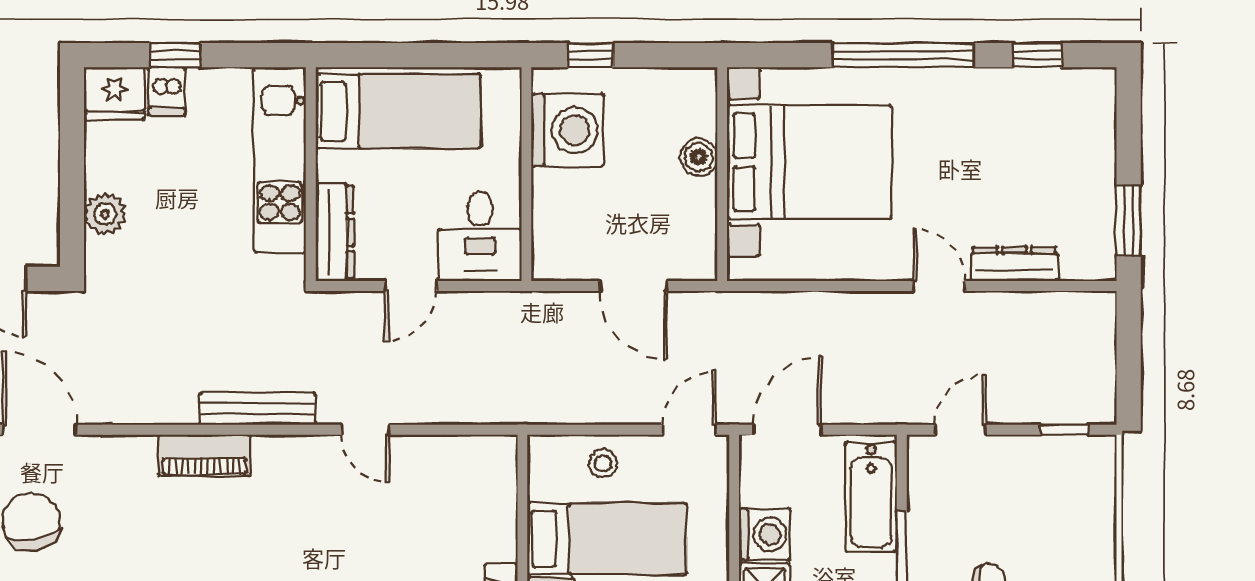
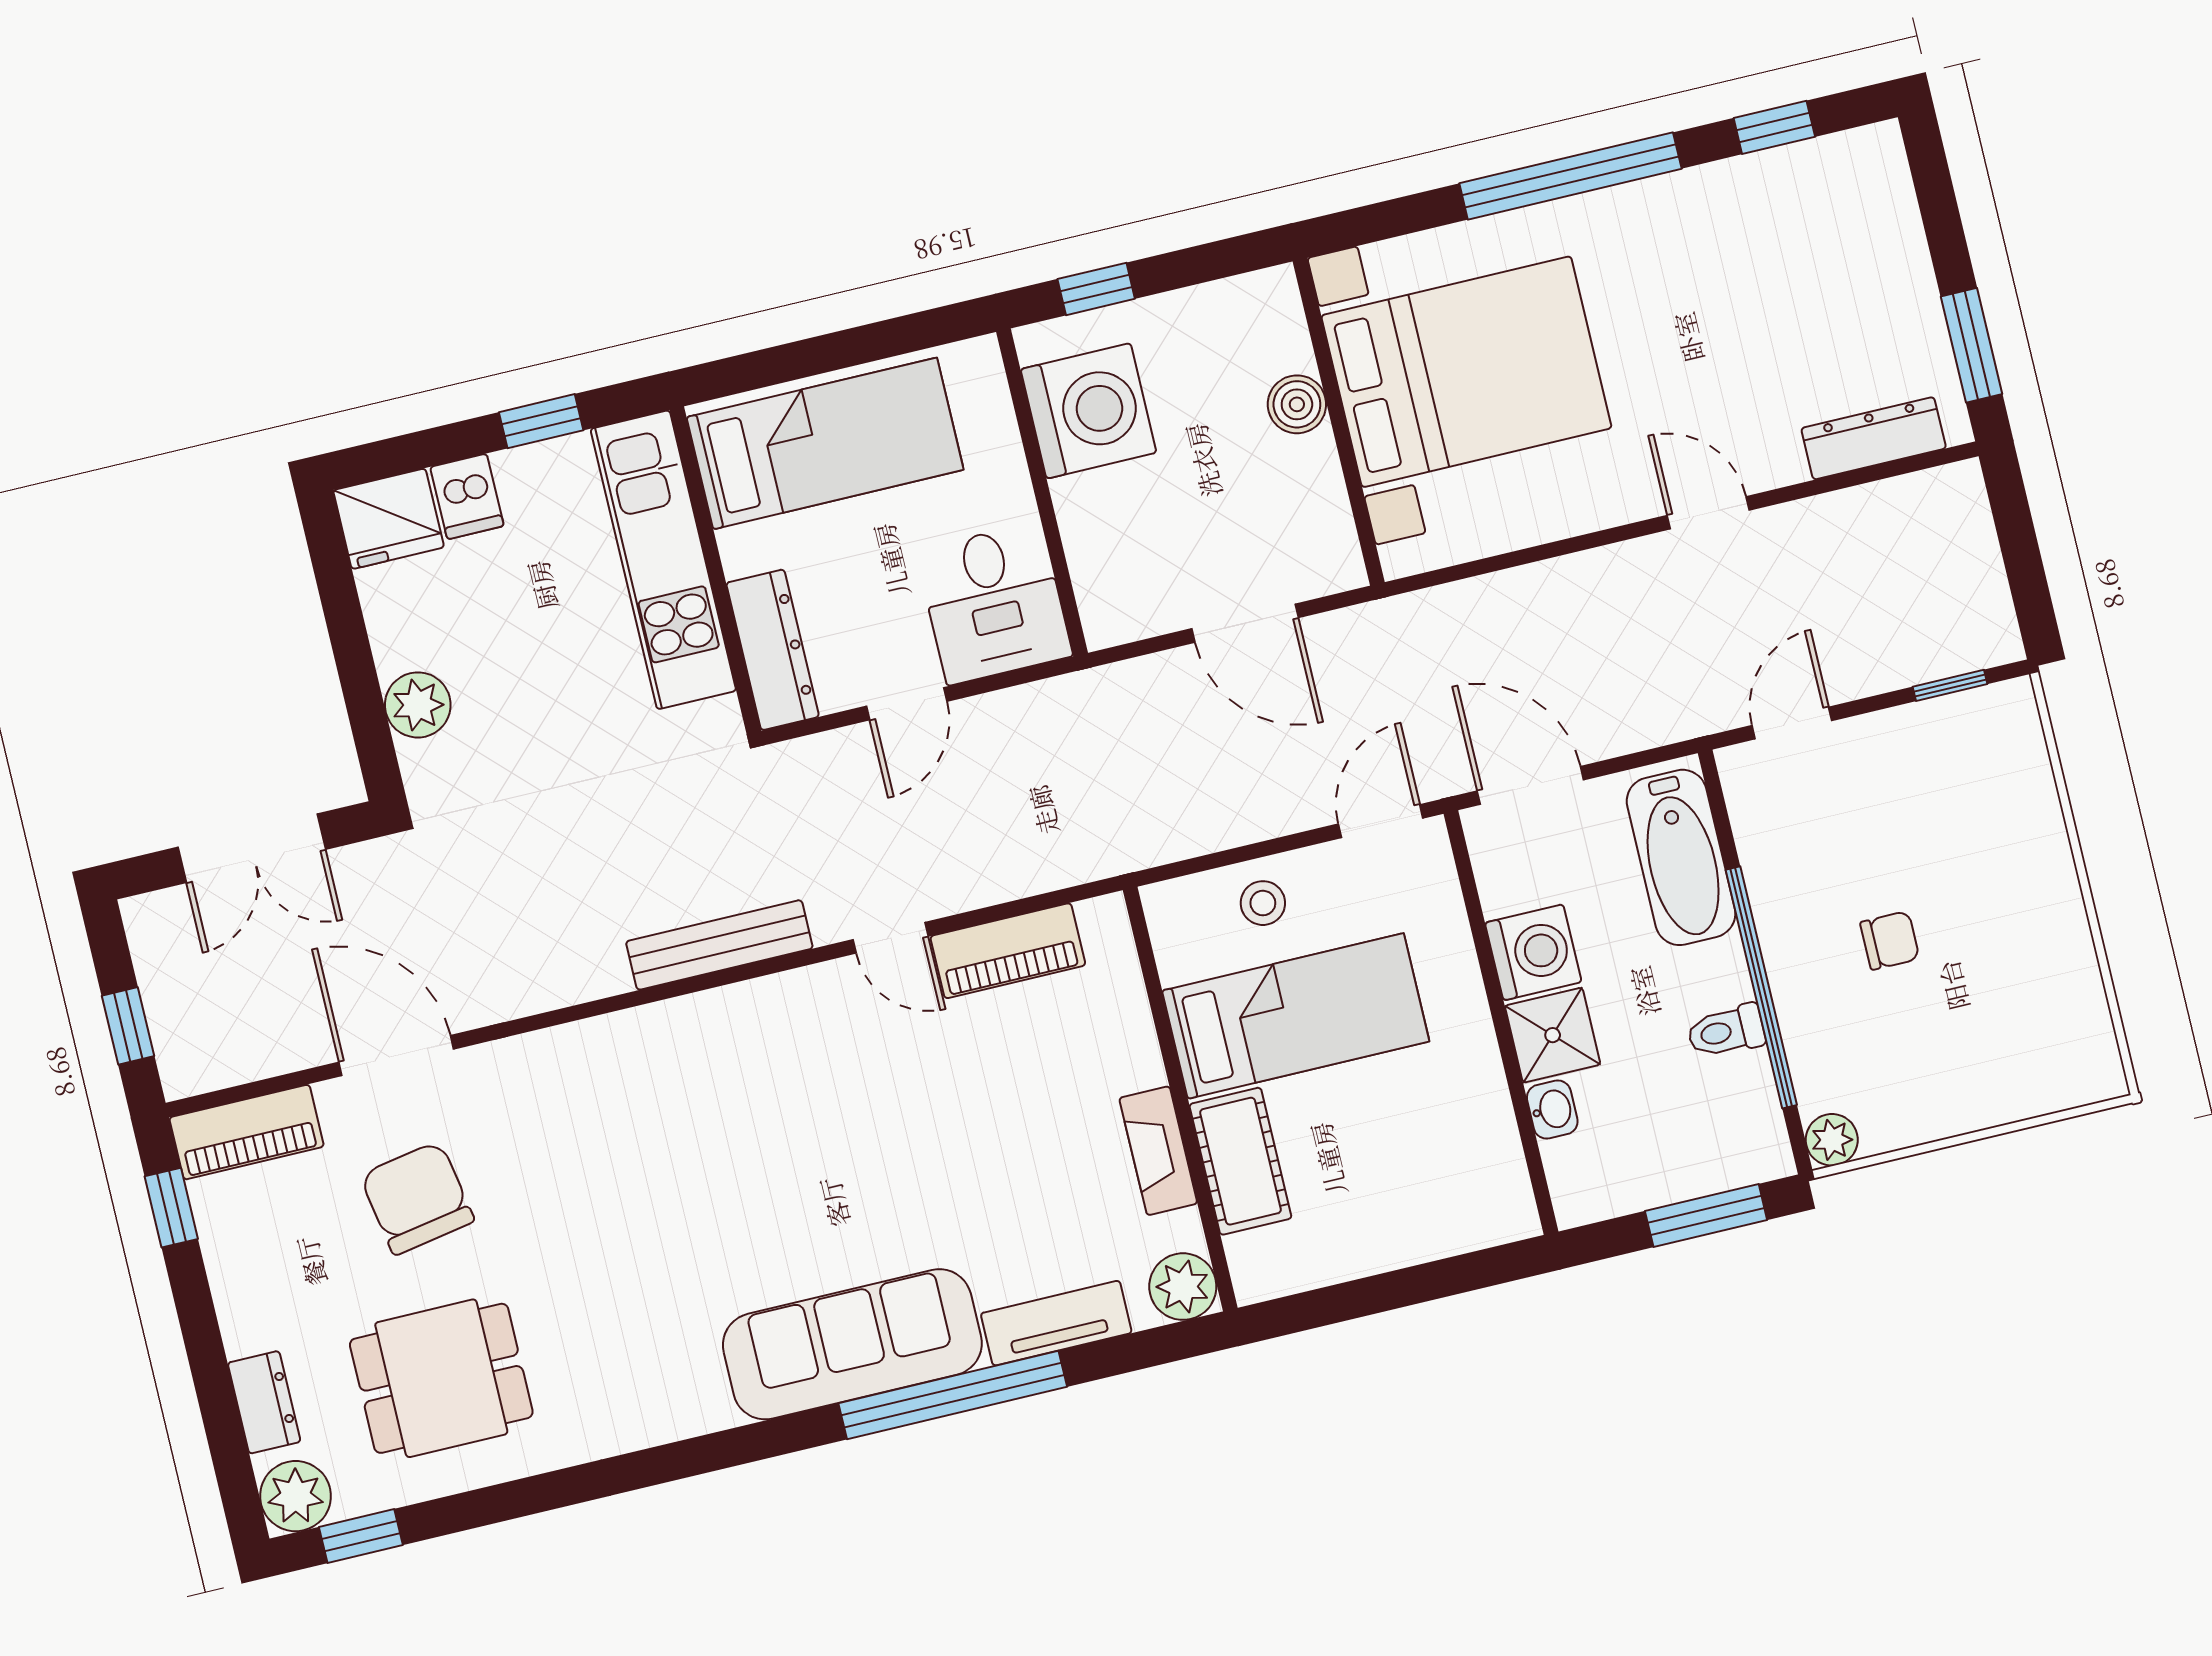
window: (175, 55) -> (541, 421), moved
dresser: (1014, 264) -> (1874, 438), moved
door: (788, 430) -> (1530, 785), hinge flipped
piano: (204, 455) -> (1008, 951), moved

